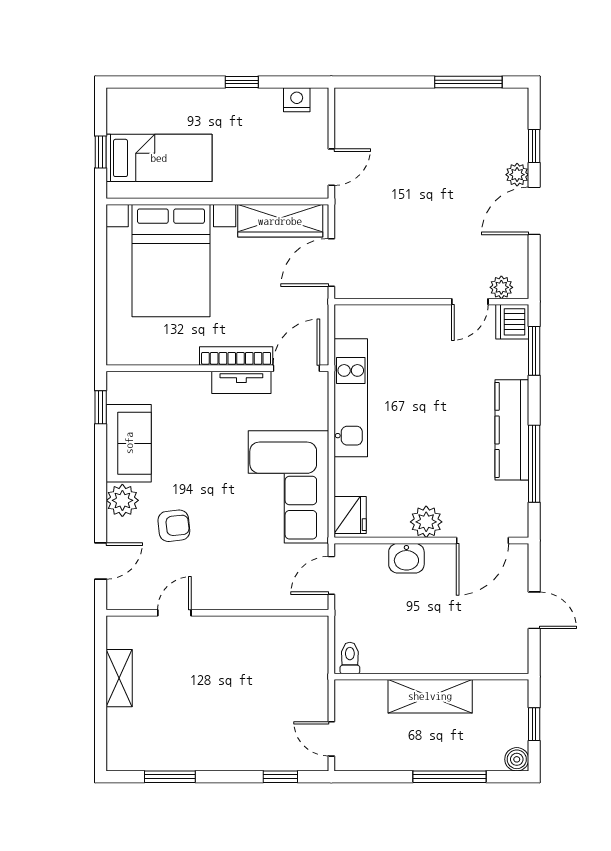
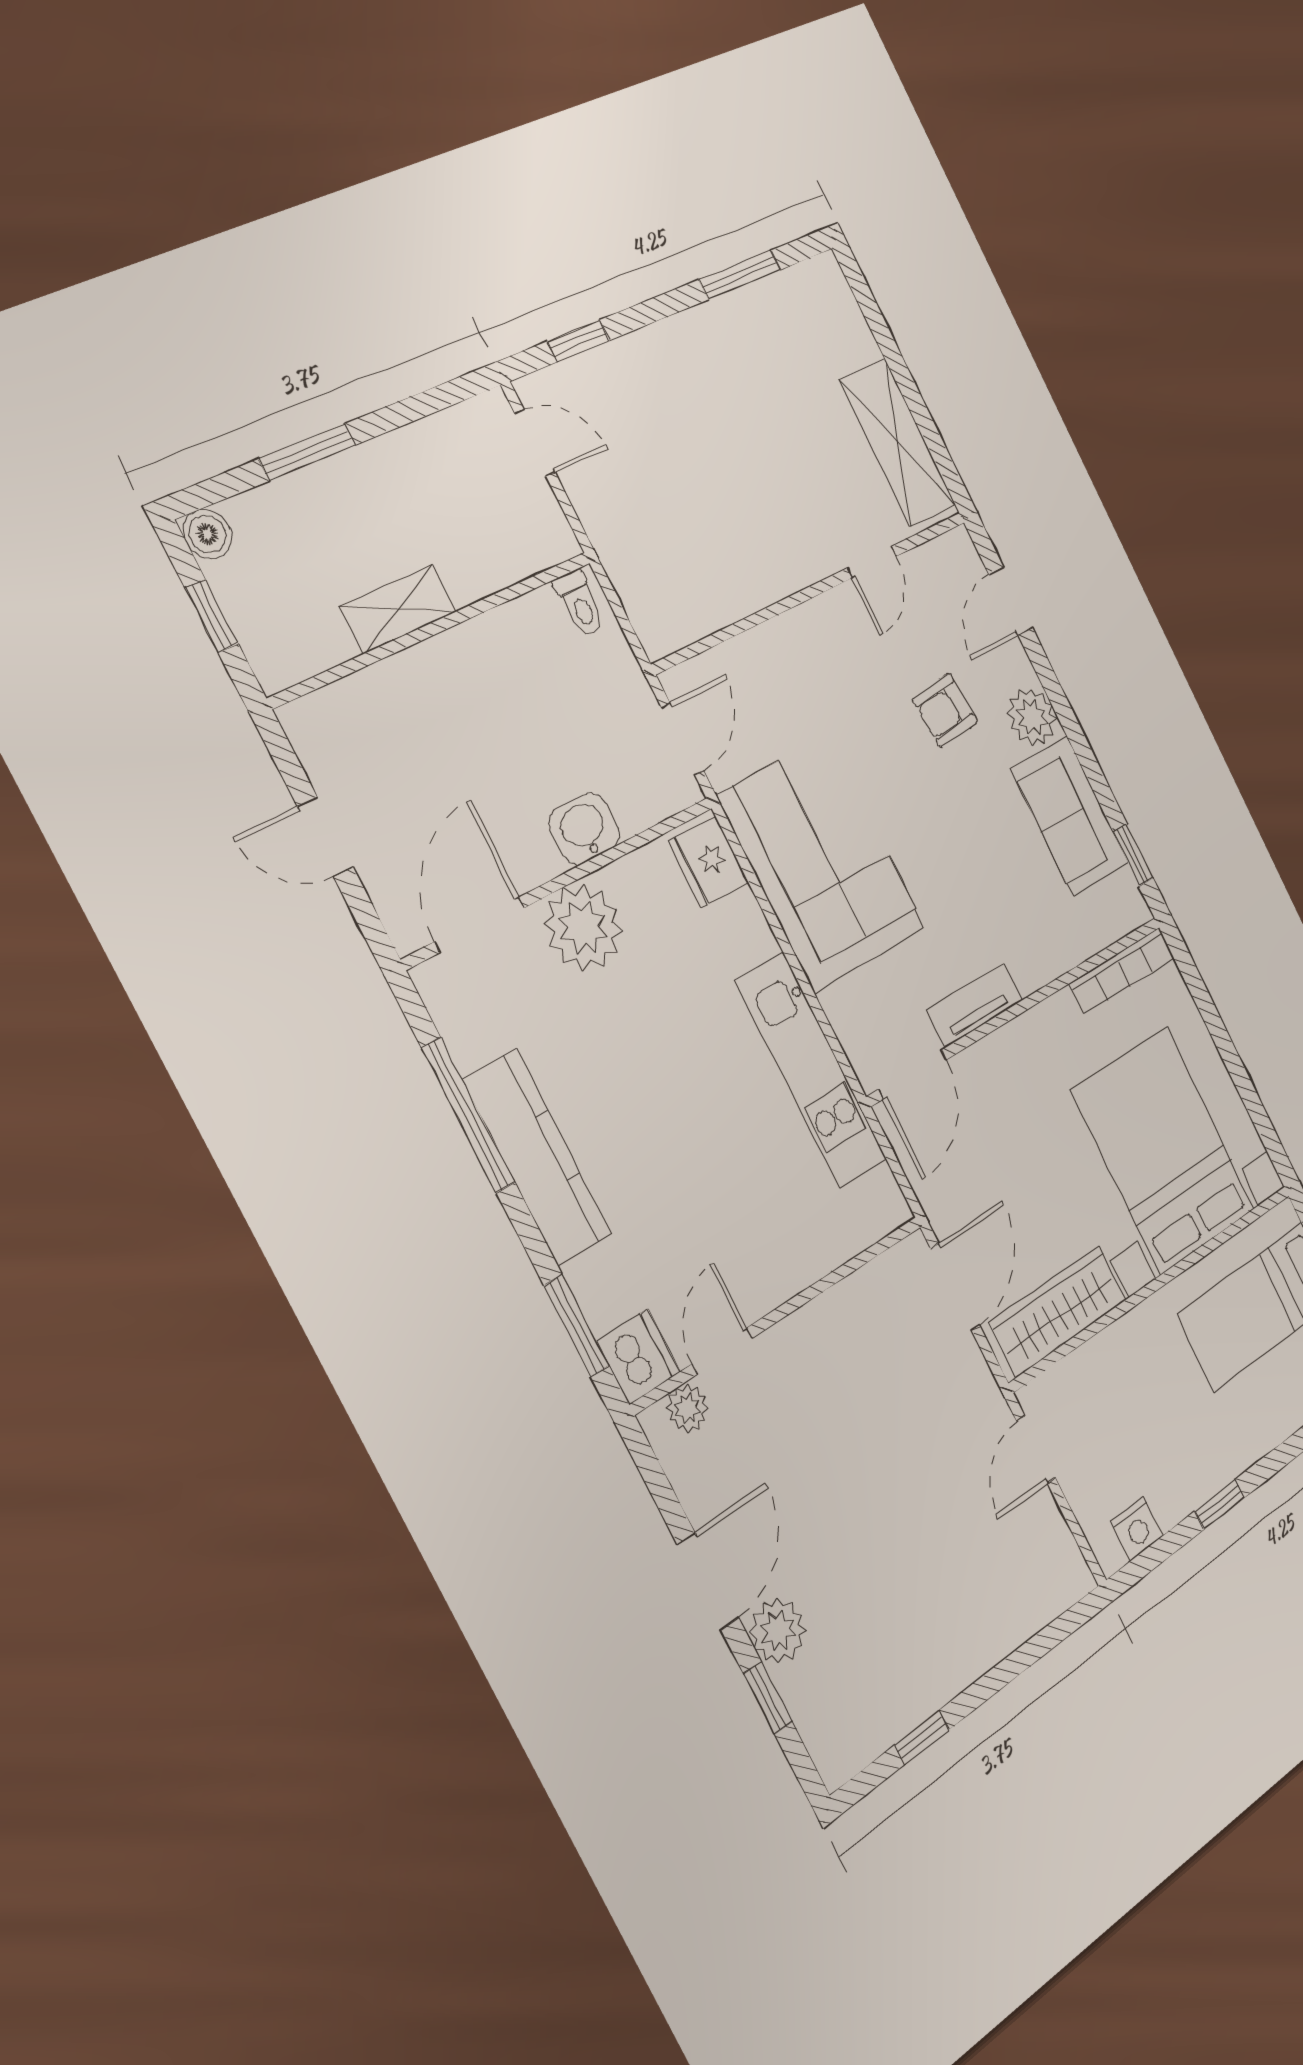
window: (468, 82) -> (922, 1737), width x0.46
plant: (517, 175) -> (778, 1631), width x1.38, depth x1.38
bookcase: (236, 356) -> (1122, 971), moved
plant: (426, 522) -> (583, 927), width x1.36, depth x1.36
shelving: (119, 678) -> (898, 442), width x1.50, depth x1.33
shelving: (430, 696) -> (398, 609), width x0.67, depth x0.75
window: (449, 777) -> (307, 452), width x0.69

